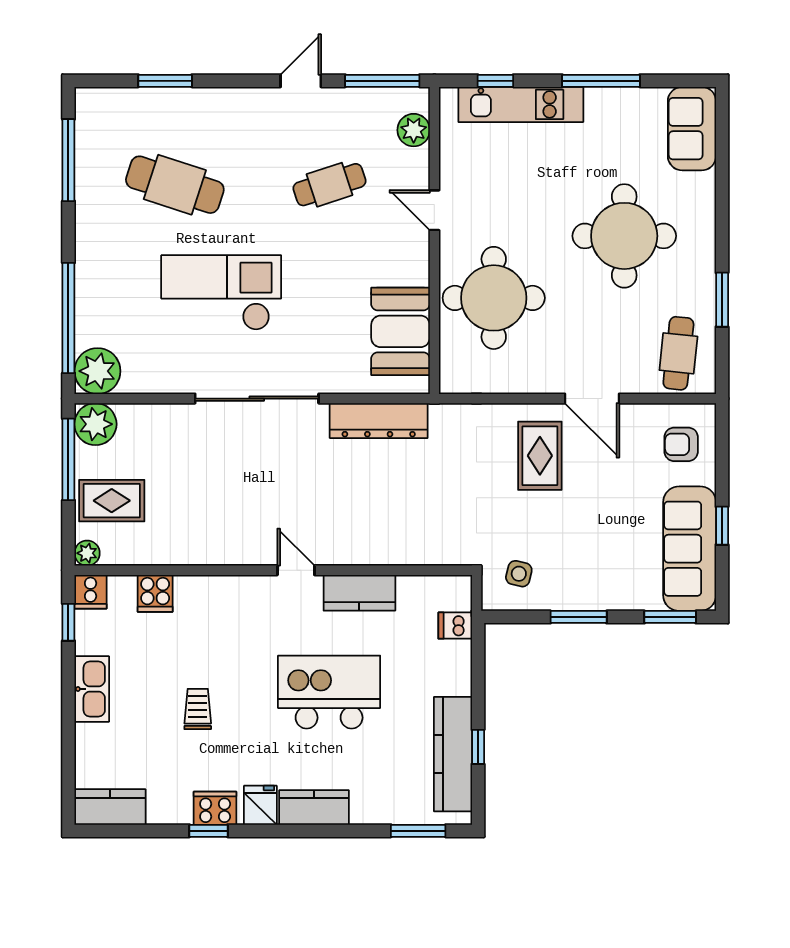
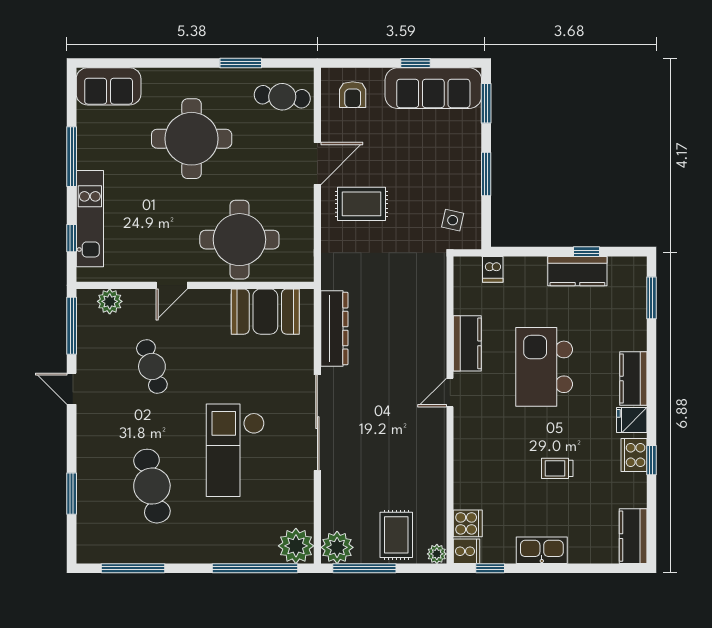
cafe table: (175, 185) -> (152, 486), turned -30
cooker: (155, 593) -> (468, 523), moved
kitchen counter: (453, 754) -> (577, 271), width x0.67

